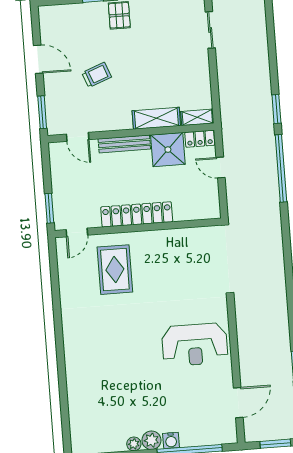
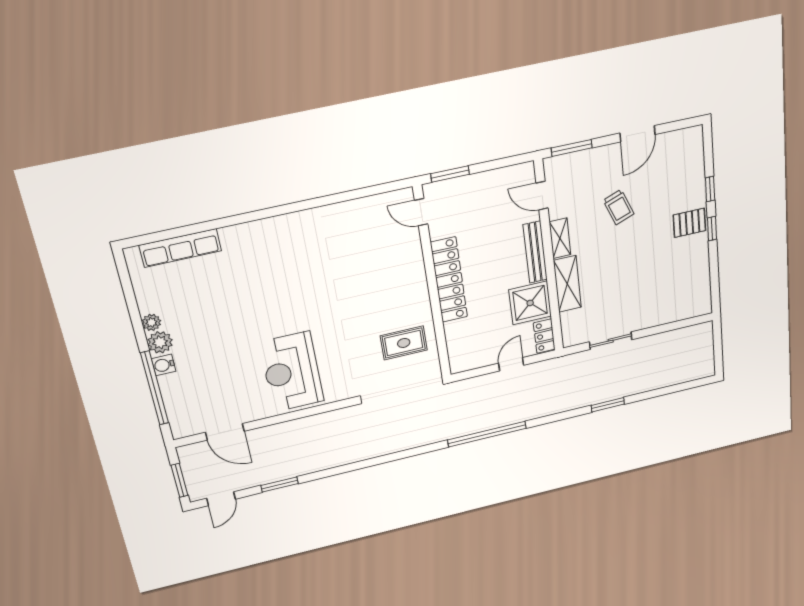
sliding door: (210, 30) -> (611, 341), moved
window: (276, 109) -> (608, 405), moved
shelving: (197, 117) -> (560, 238), moved
door: (78, 137) -> (542, 196), hinge flipped
window: (281, 168) -> (487, 434), moved
rug: (115, 270) -> (404, 343), moved, width x0.73, depth x0.70
row of seats: (78, 414) -> (180, 248), added

